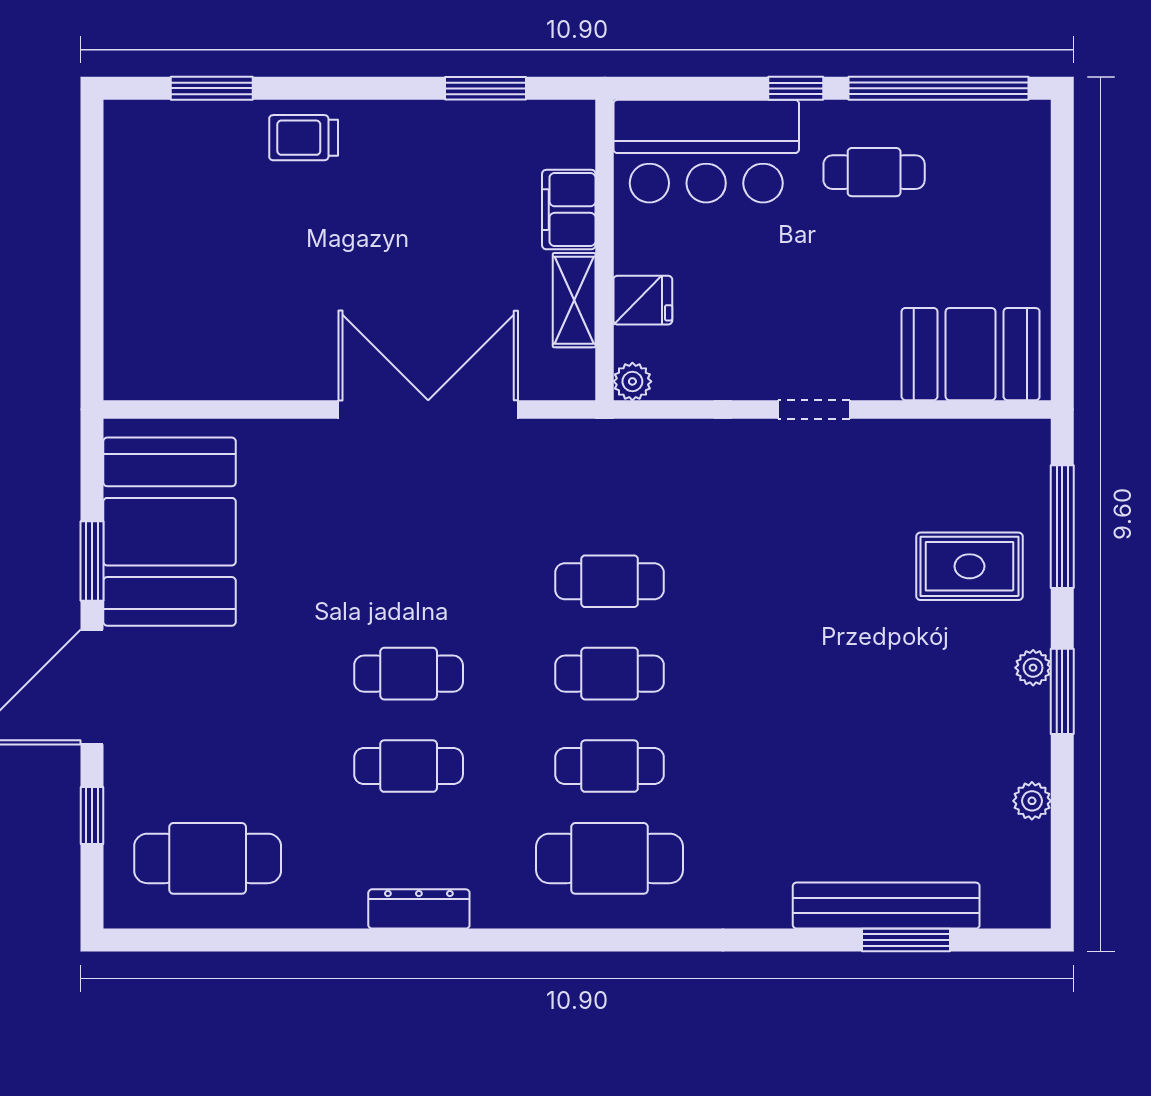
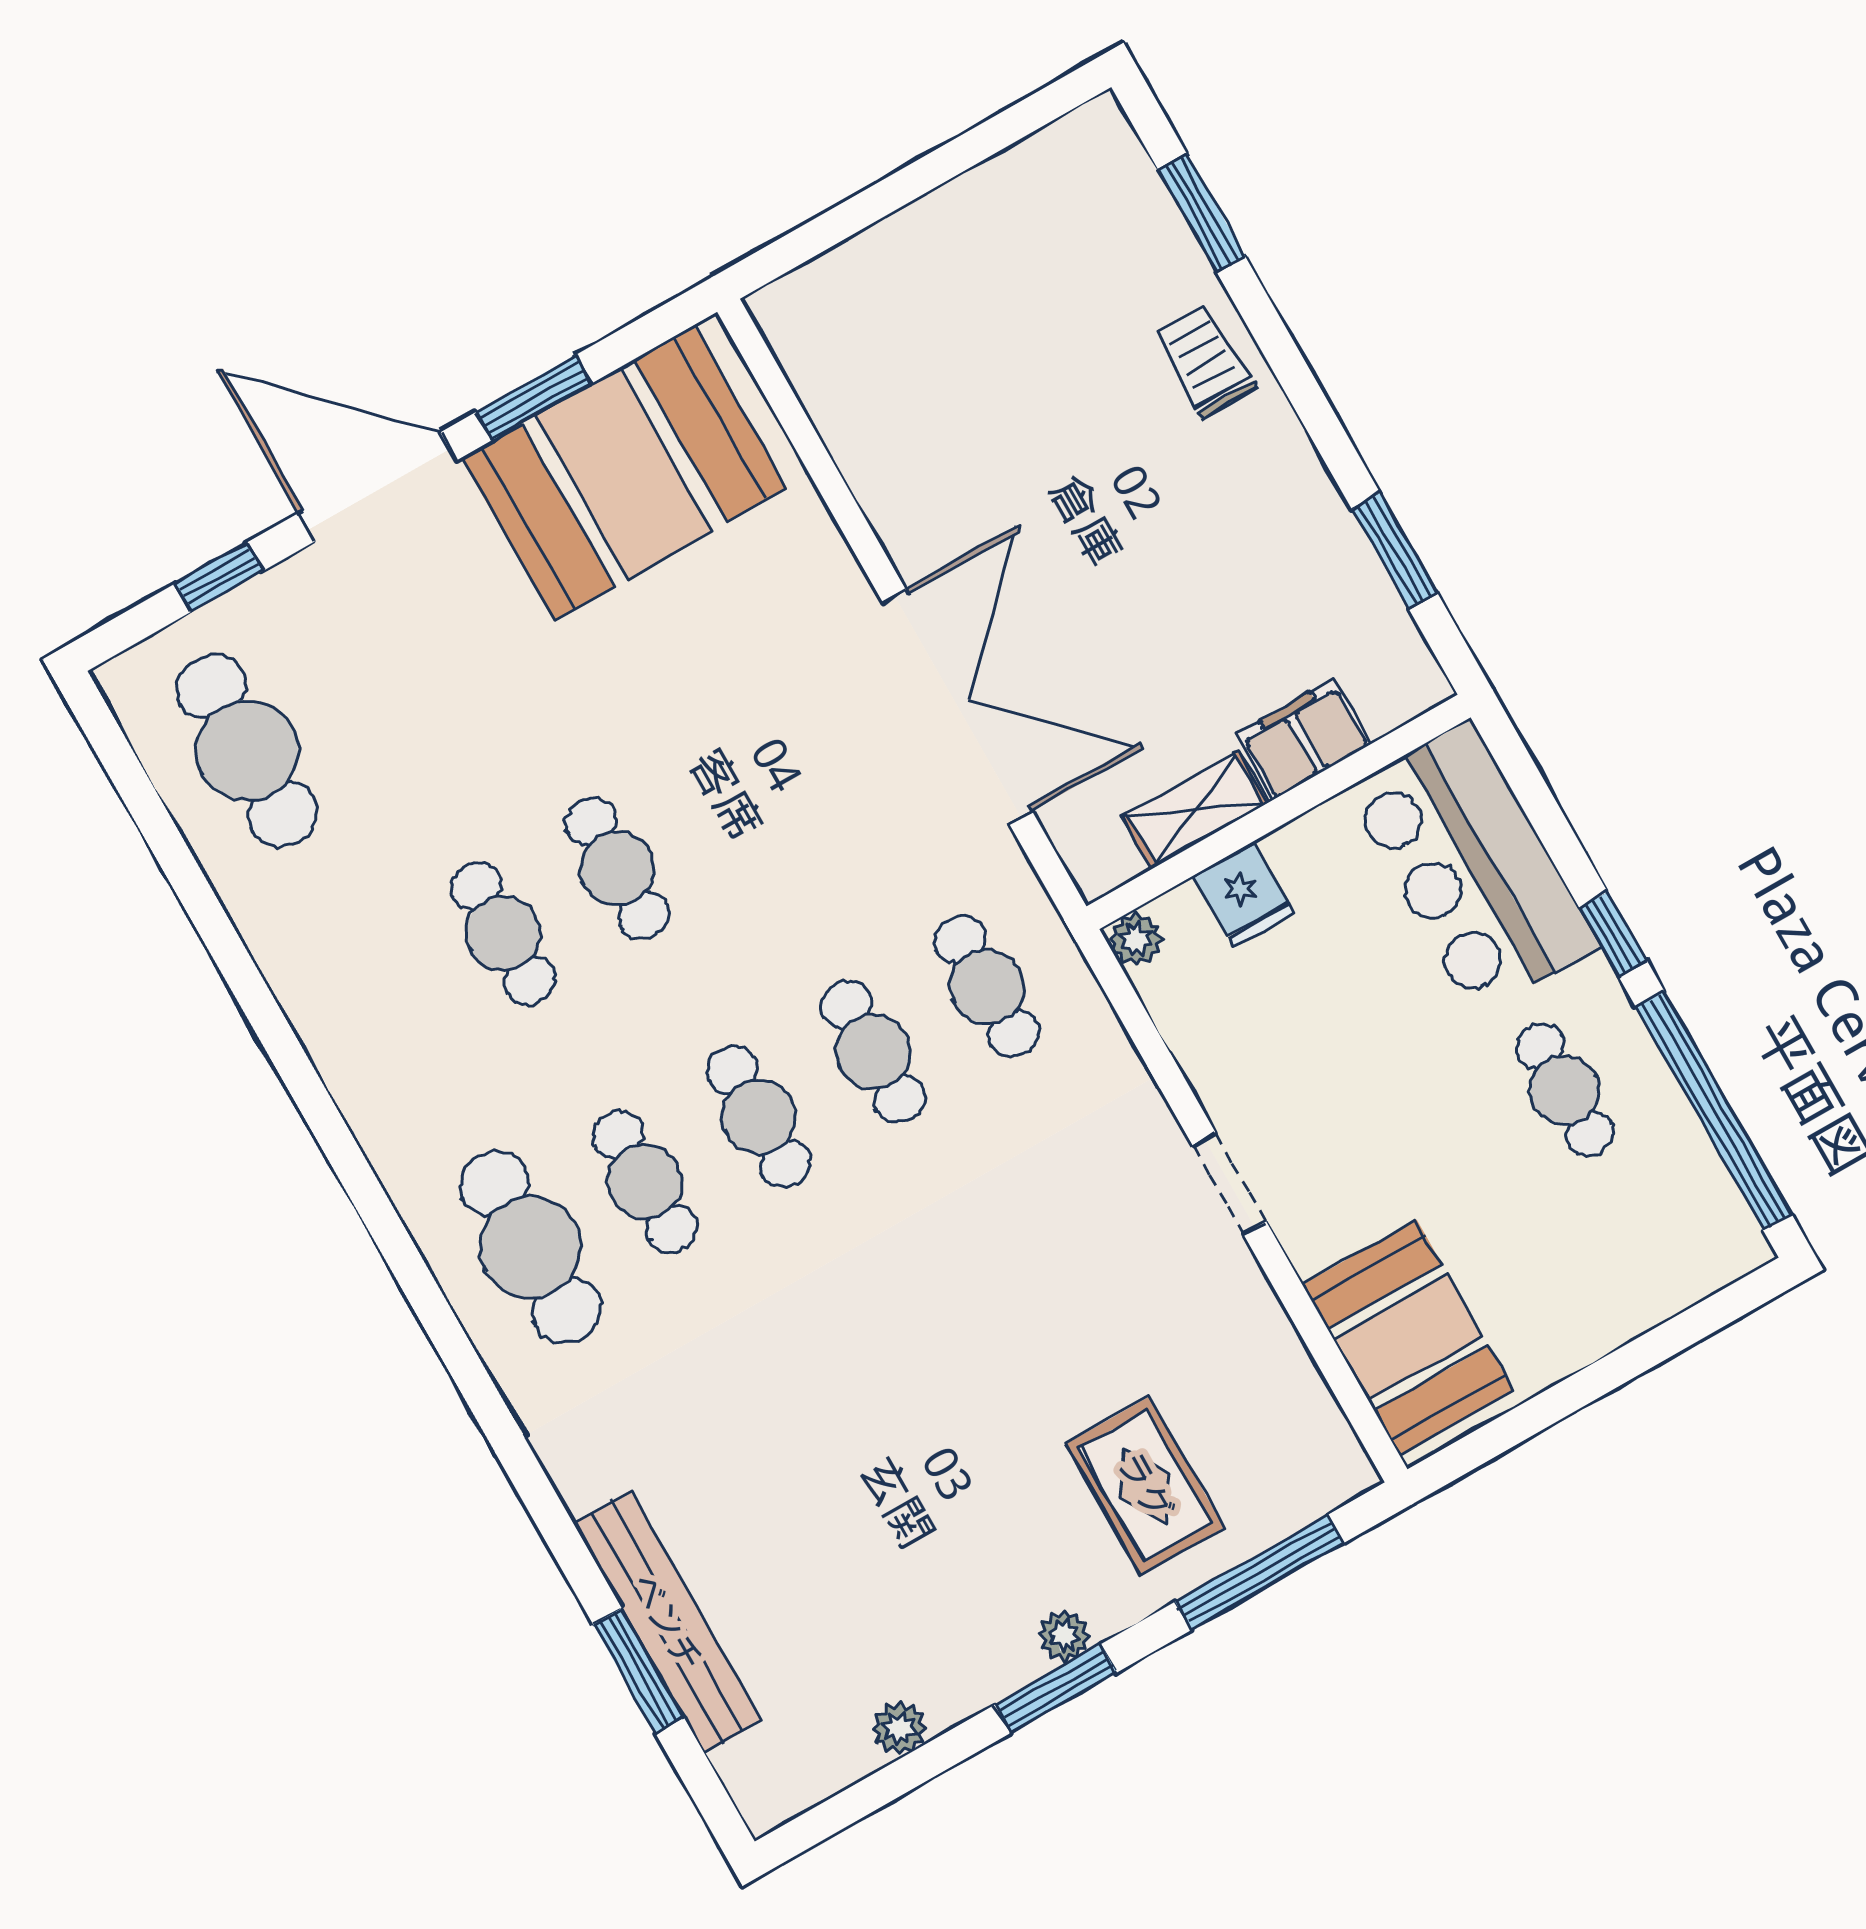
cafe table: (610, 489) -> (987, 987), added
dresser: (419, 909) -> (334, 1047), removed

